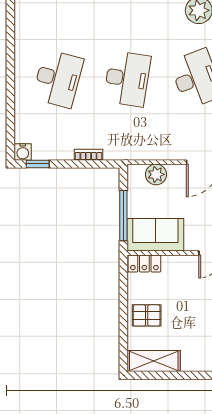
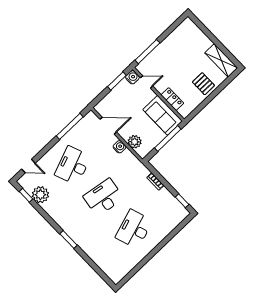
desk: (58, 79) -> (134, 229), turned -33
water cooler: (23, 152) -> (120, 147), moved
locker: (144, 264) -> (172, 99), moved

